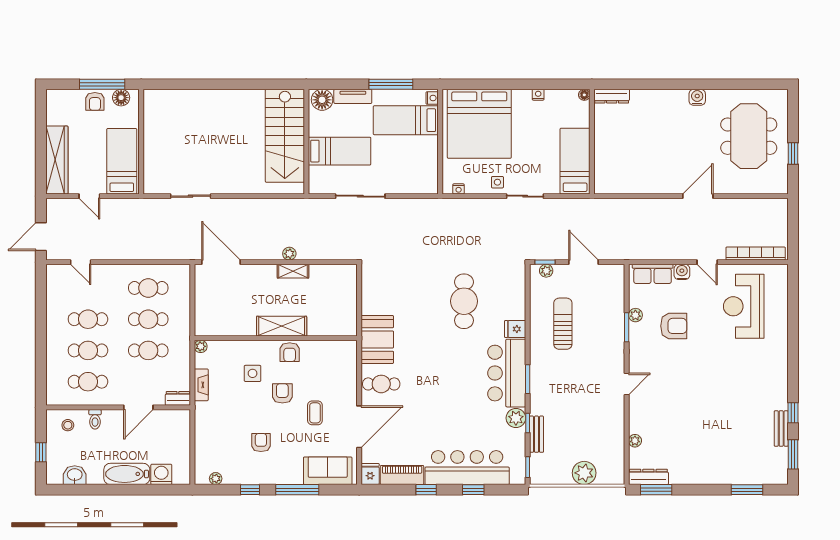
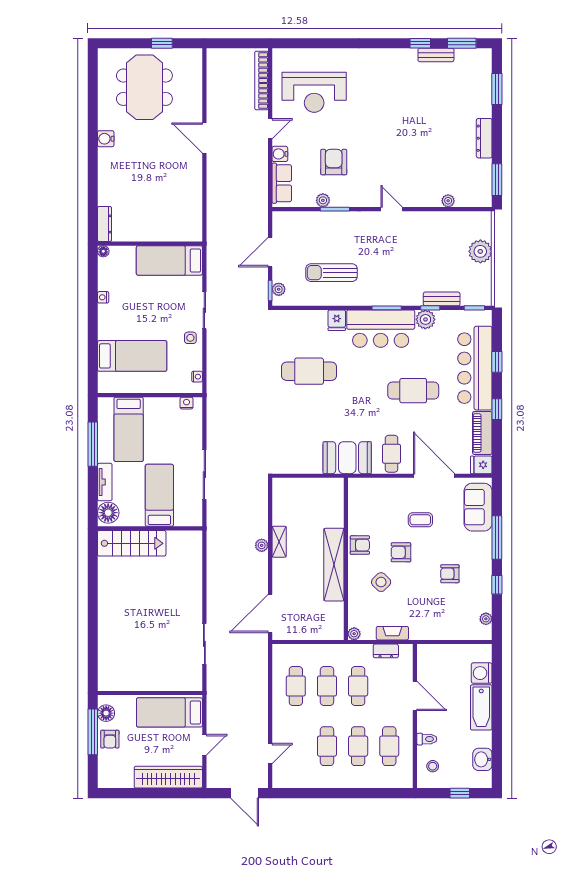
nightstand: (432, 98) -> (187, 403), moved
armchair: (95, 101) -> (110, 739), turned 90
bed: (479, 124) -> (132, 356), width x0.49
stairs: (285, 136) -> (132, 543), width x0.73, depth x0.66
meeting table: (749, 136) -> (144, 87), turned 90
shelving: (282, 326) -> (334, 565), width x1.47
side table: (253, 373) -> (381, 582), turned 45
dresser: (178, 398) -> (386, 651), moved, turned -90
cafe table: (445, 406) -> (413, 391), added
dresser: (648, 477) -> (484, 138), moved

